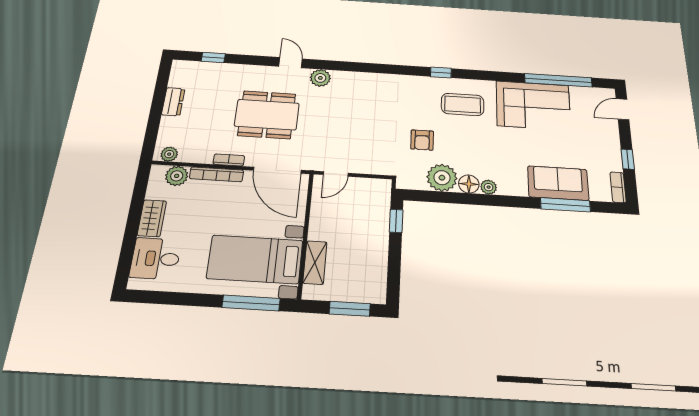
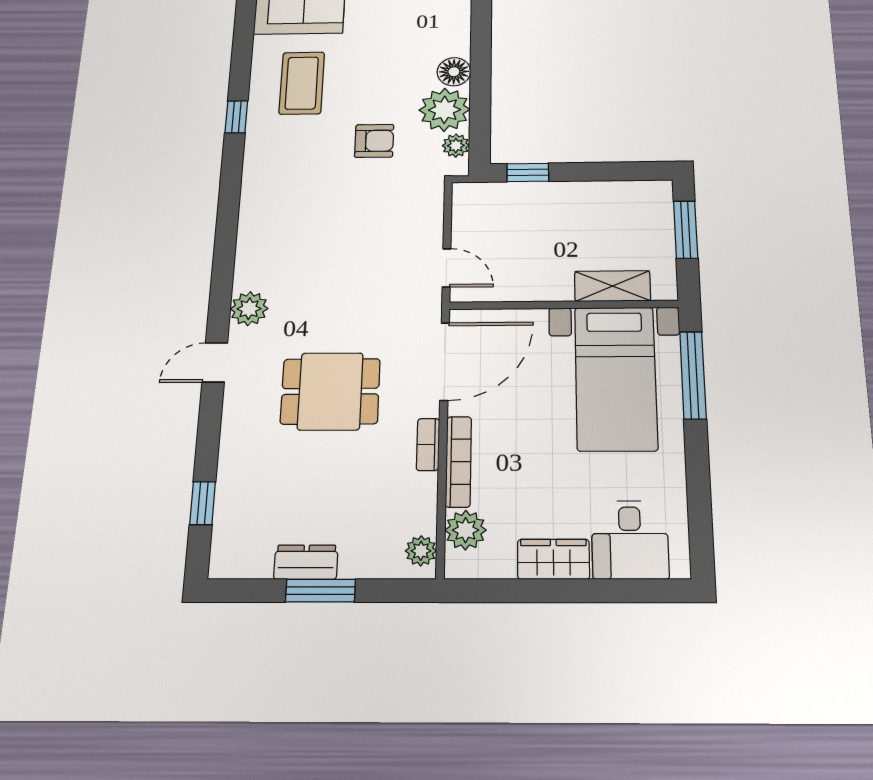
window: (157, 108) -> (320, 591), added
dining table: (267, 115) -> (330, 391), width x0.73
plant: (489, 187) -> (456, 146), moved

